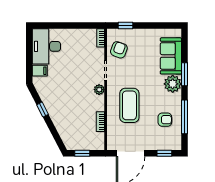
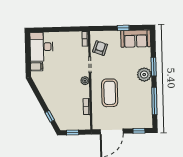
window: (125, 25) -> (123, 28), moved
sofa: (171, 56) -> (136, 39), moved, turned -90
window: (43, 110) -> (50, 116), moved
armchair: (165, 120) -> (139, 104), removed

